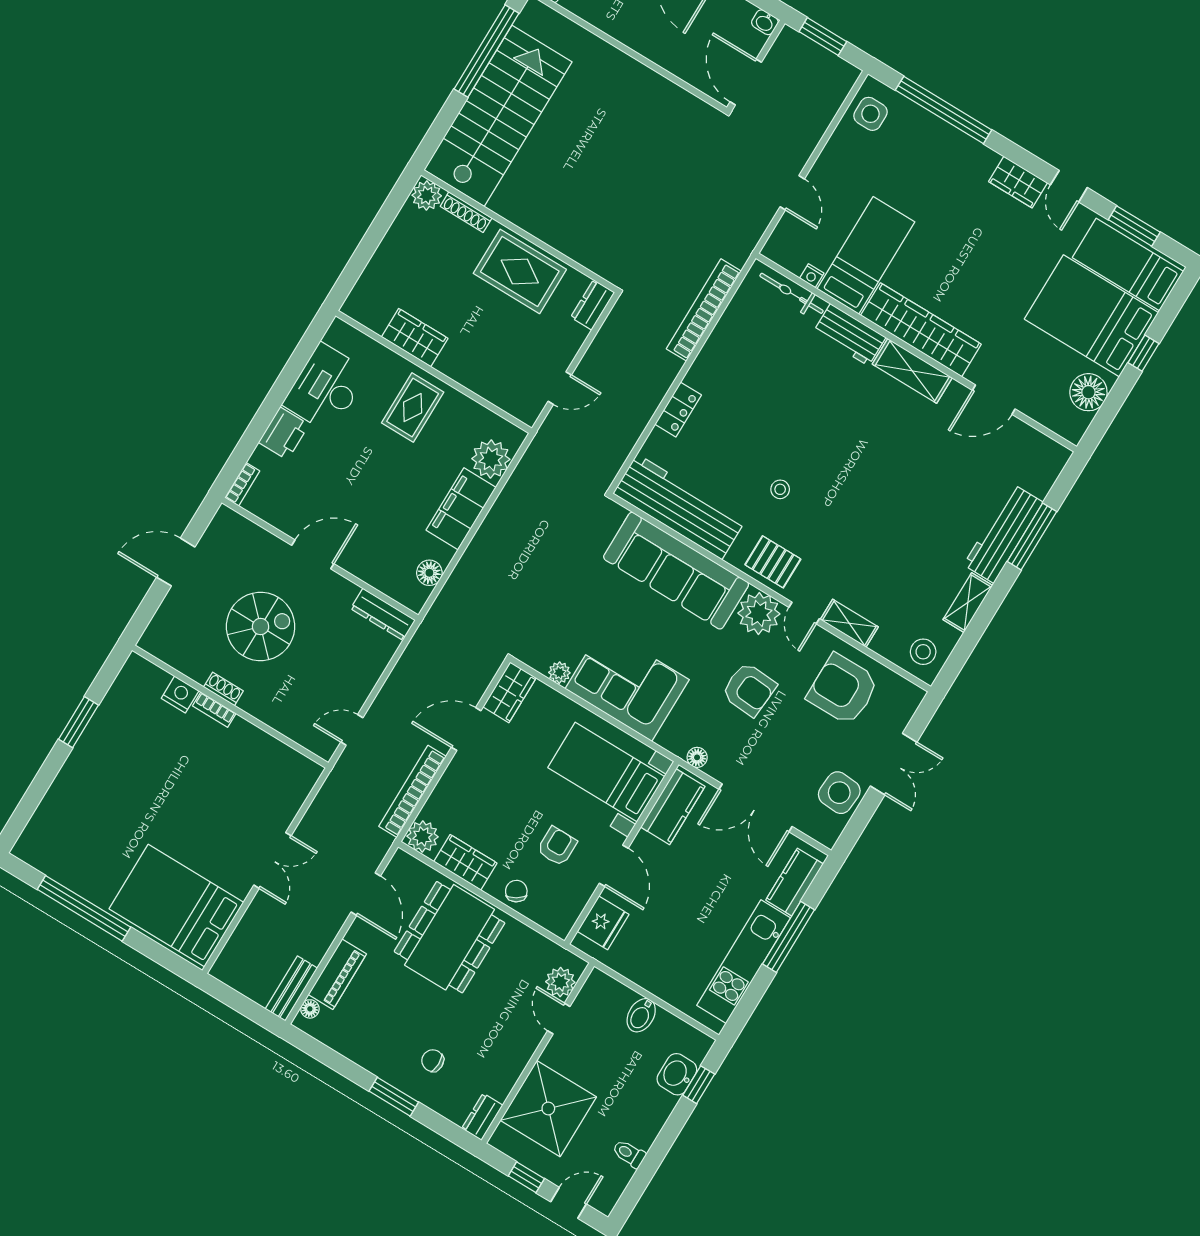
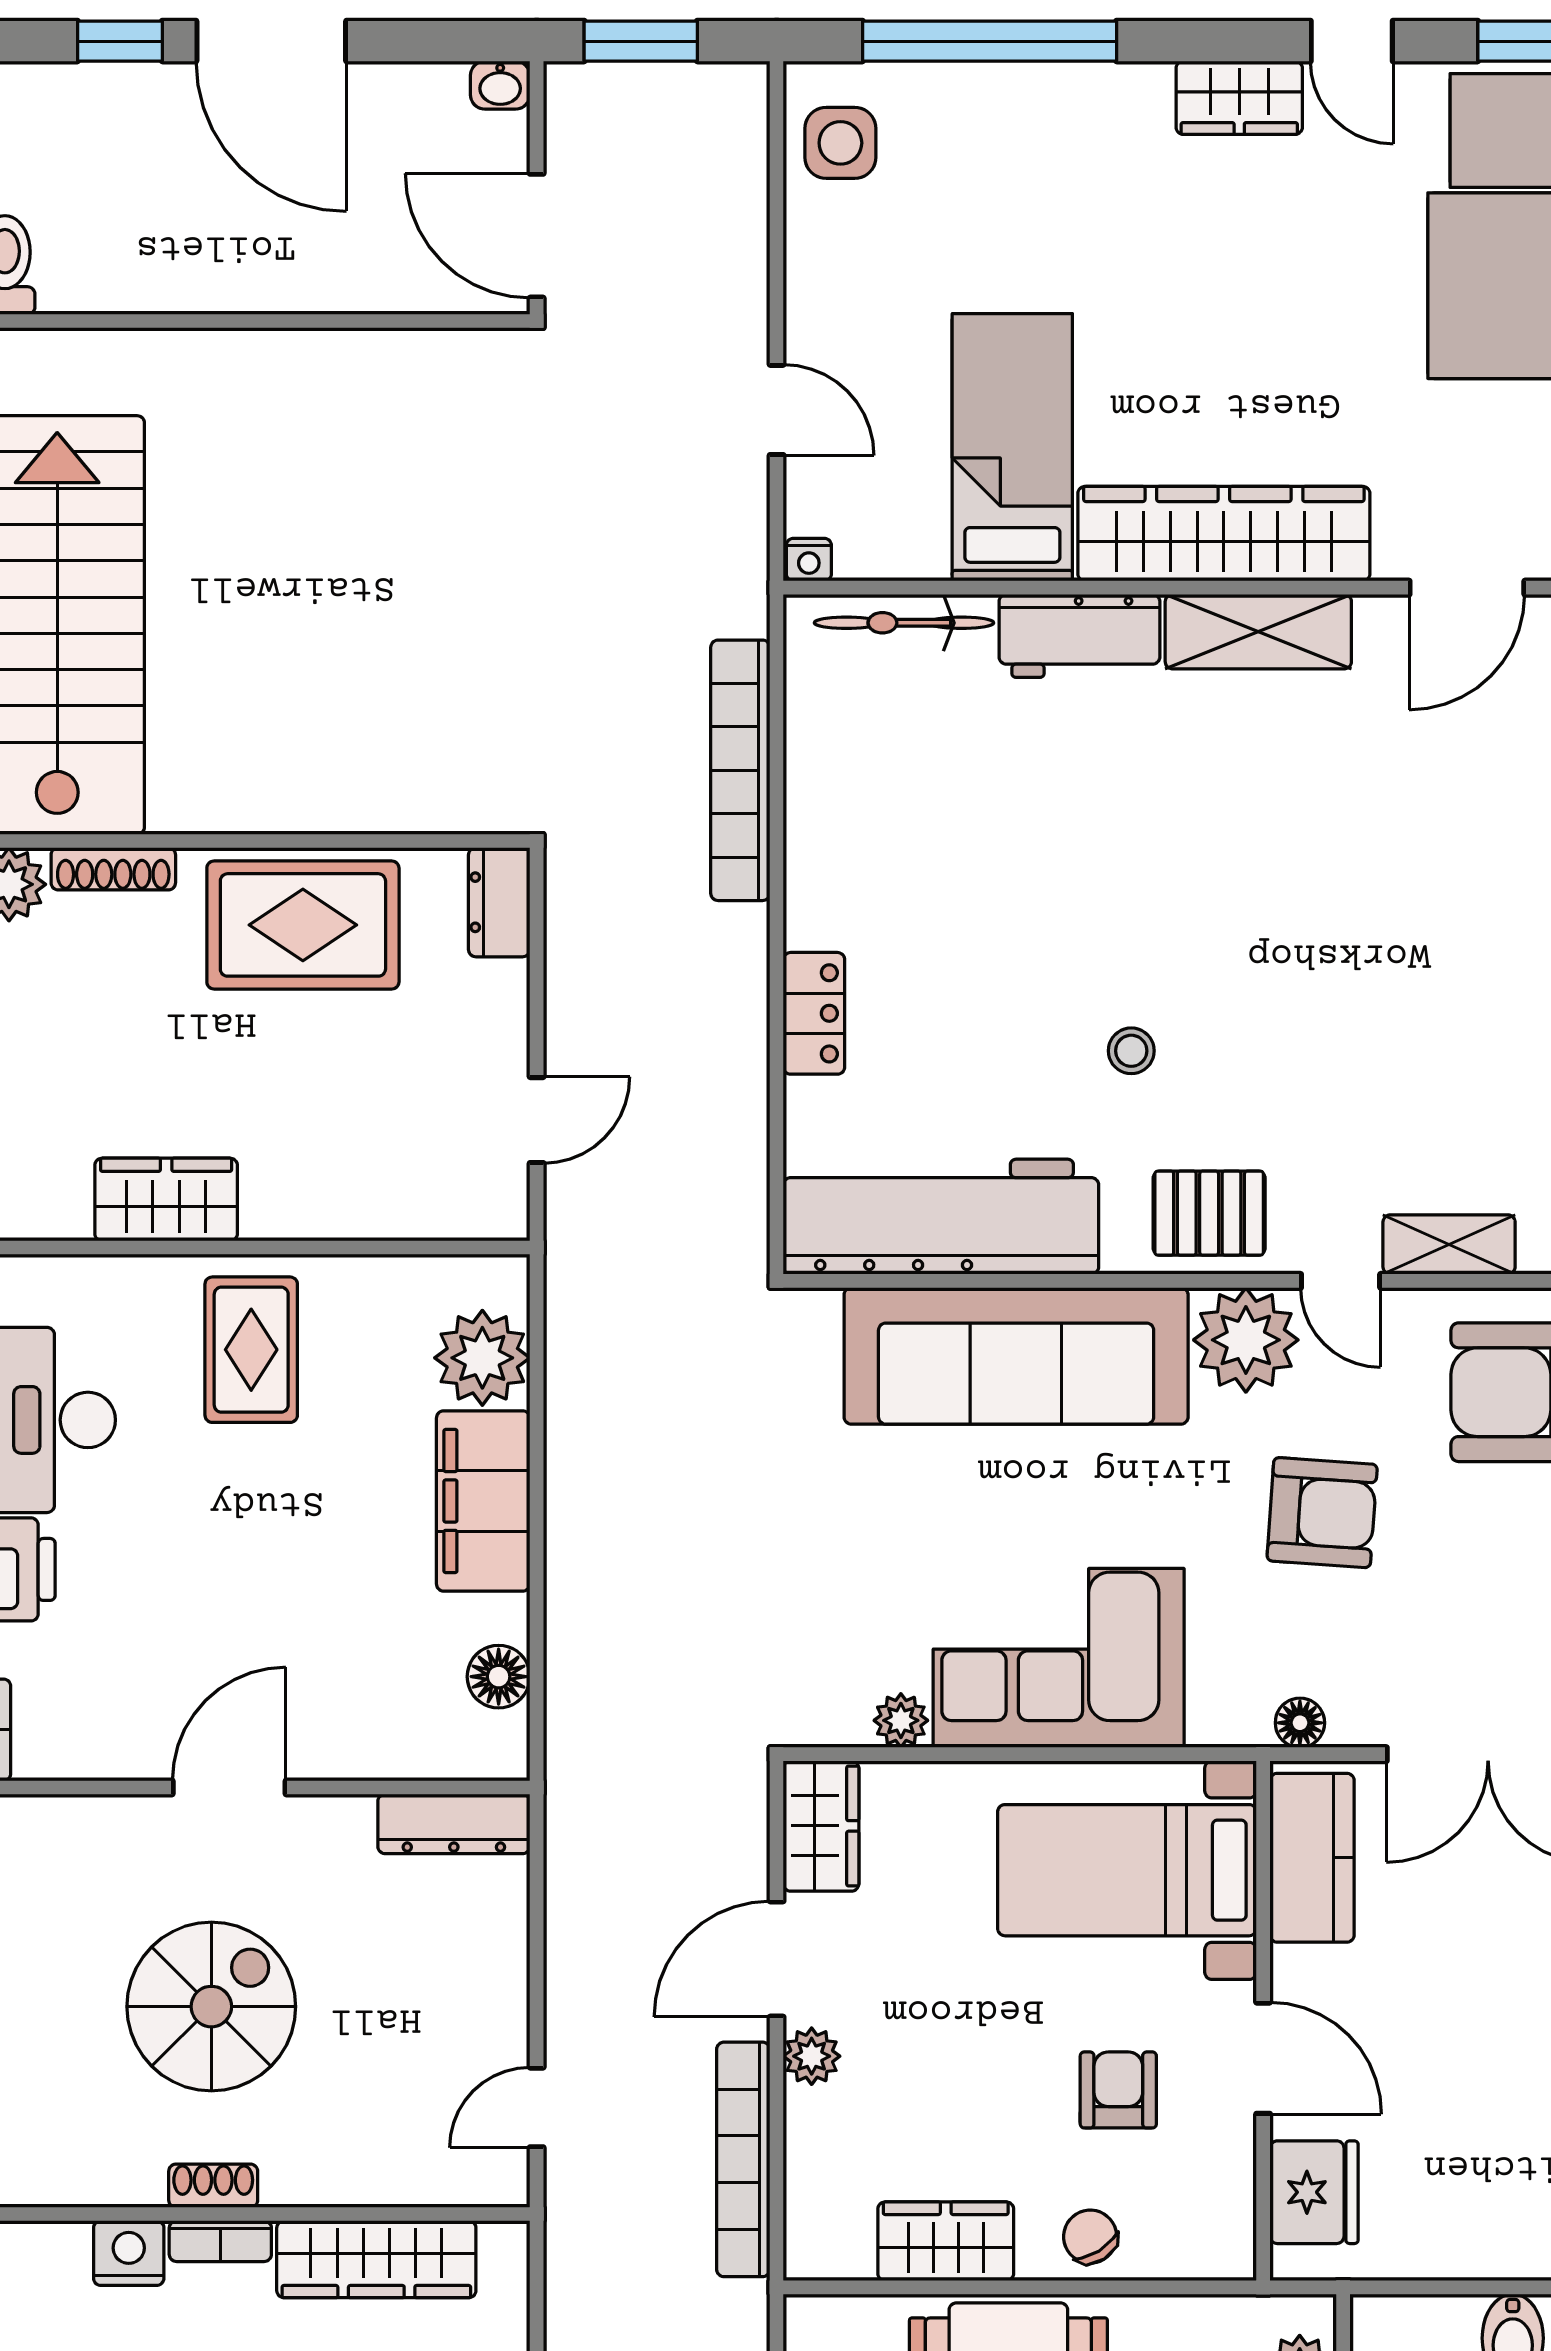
nightstand: (812, 276) -> (809, 560), moved
wardrobe: (264, 749) -> (376, 2259), added
plant: (422, 836) -> (812, 2056), moved, width x0.73, depth x0.73

